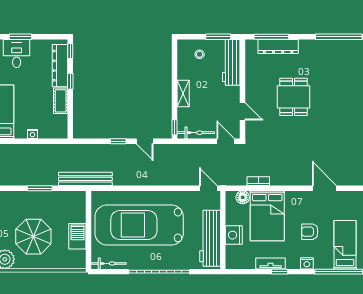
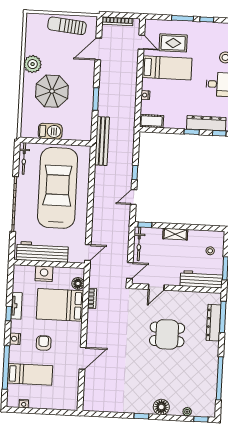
cot: (61, 101) -> (152, 121), moved

